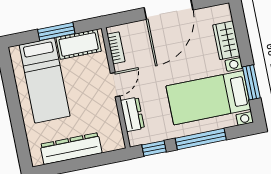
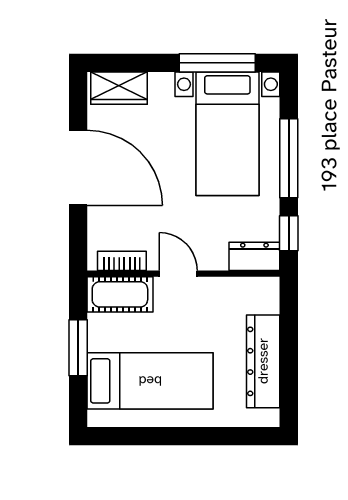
wardrobe: (226, 40) -> (119, 88), moved
cot: (79, 44) -> (120, 294), moved, turned 90
window: (251, 82) -> (217, 63), width x1.44
dresser: (132, 114) -> (254, 256), moved

